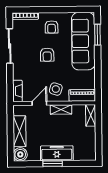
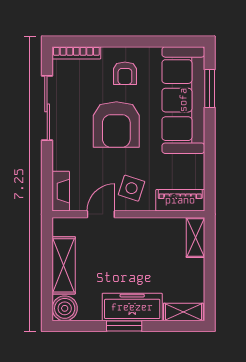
armchair: (47, 55) -> (116, 125), width x1.88, depth x1.88
shelving: (61, 110) -> (183, 312), moved

